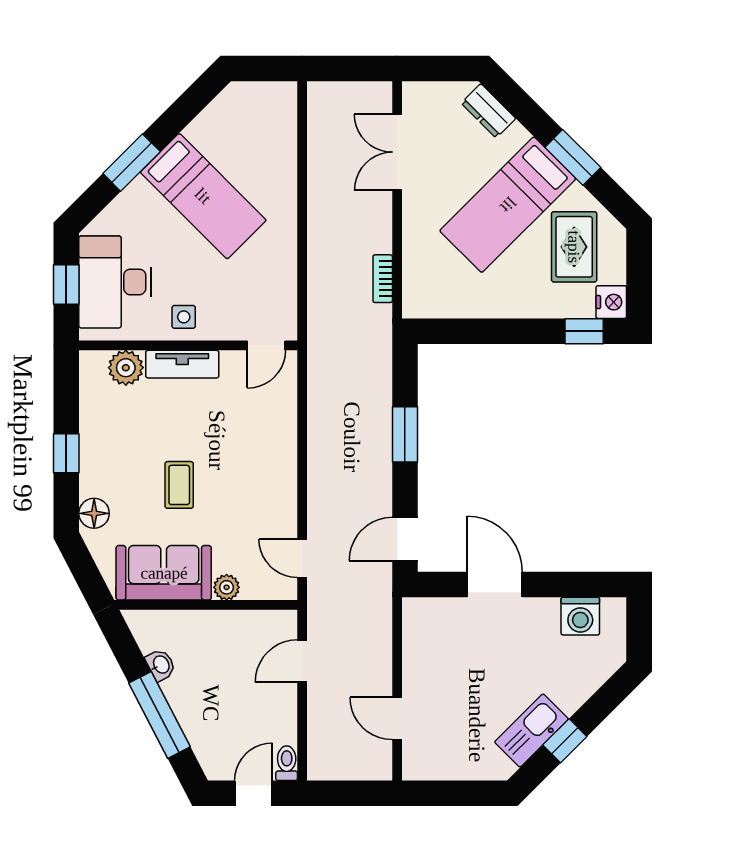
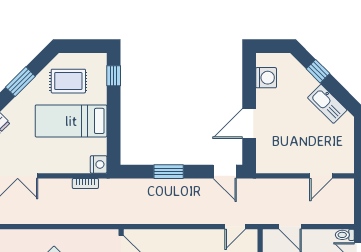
bed: (508, 205) -> (71, 121), moved, turned 135
nightstand: (611, 302) -> (99, 164), moved, turned 90
window: (565, 741) -> (318, 71), moved

